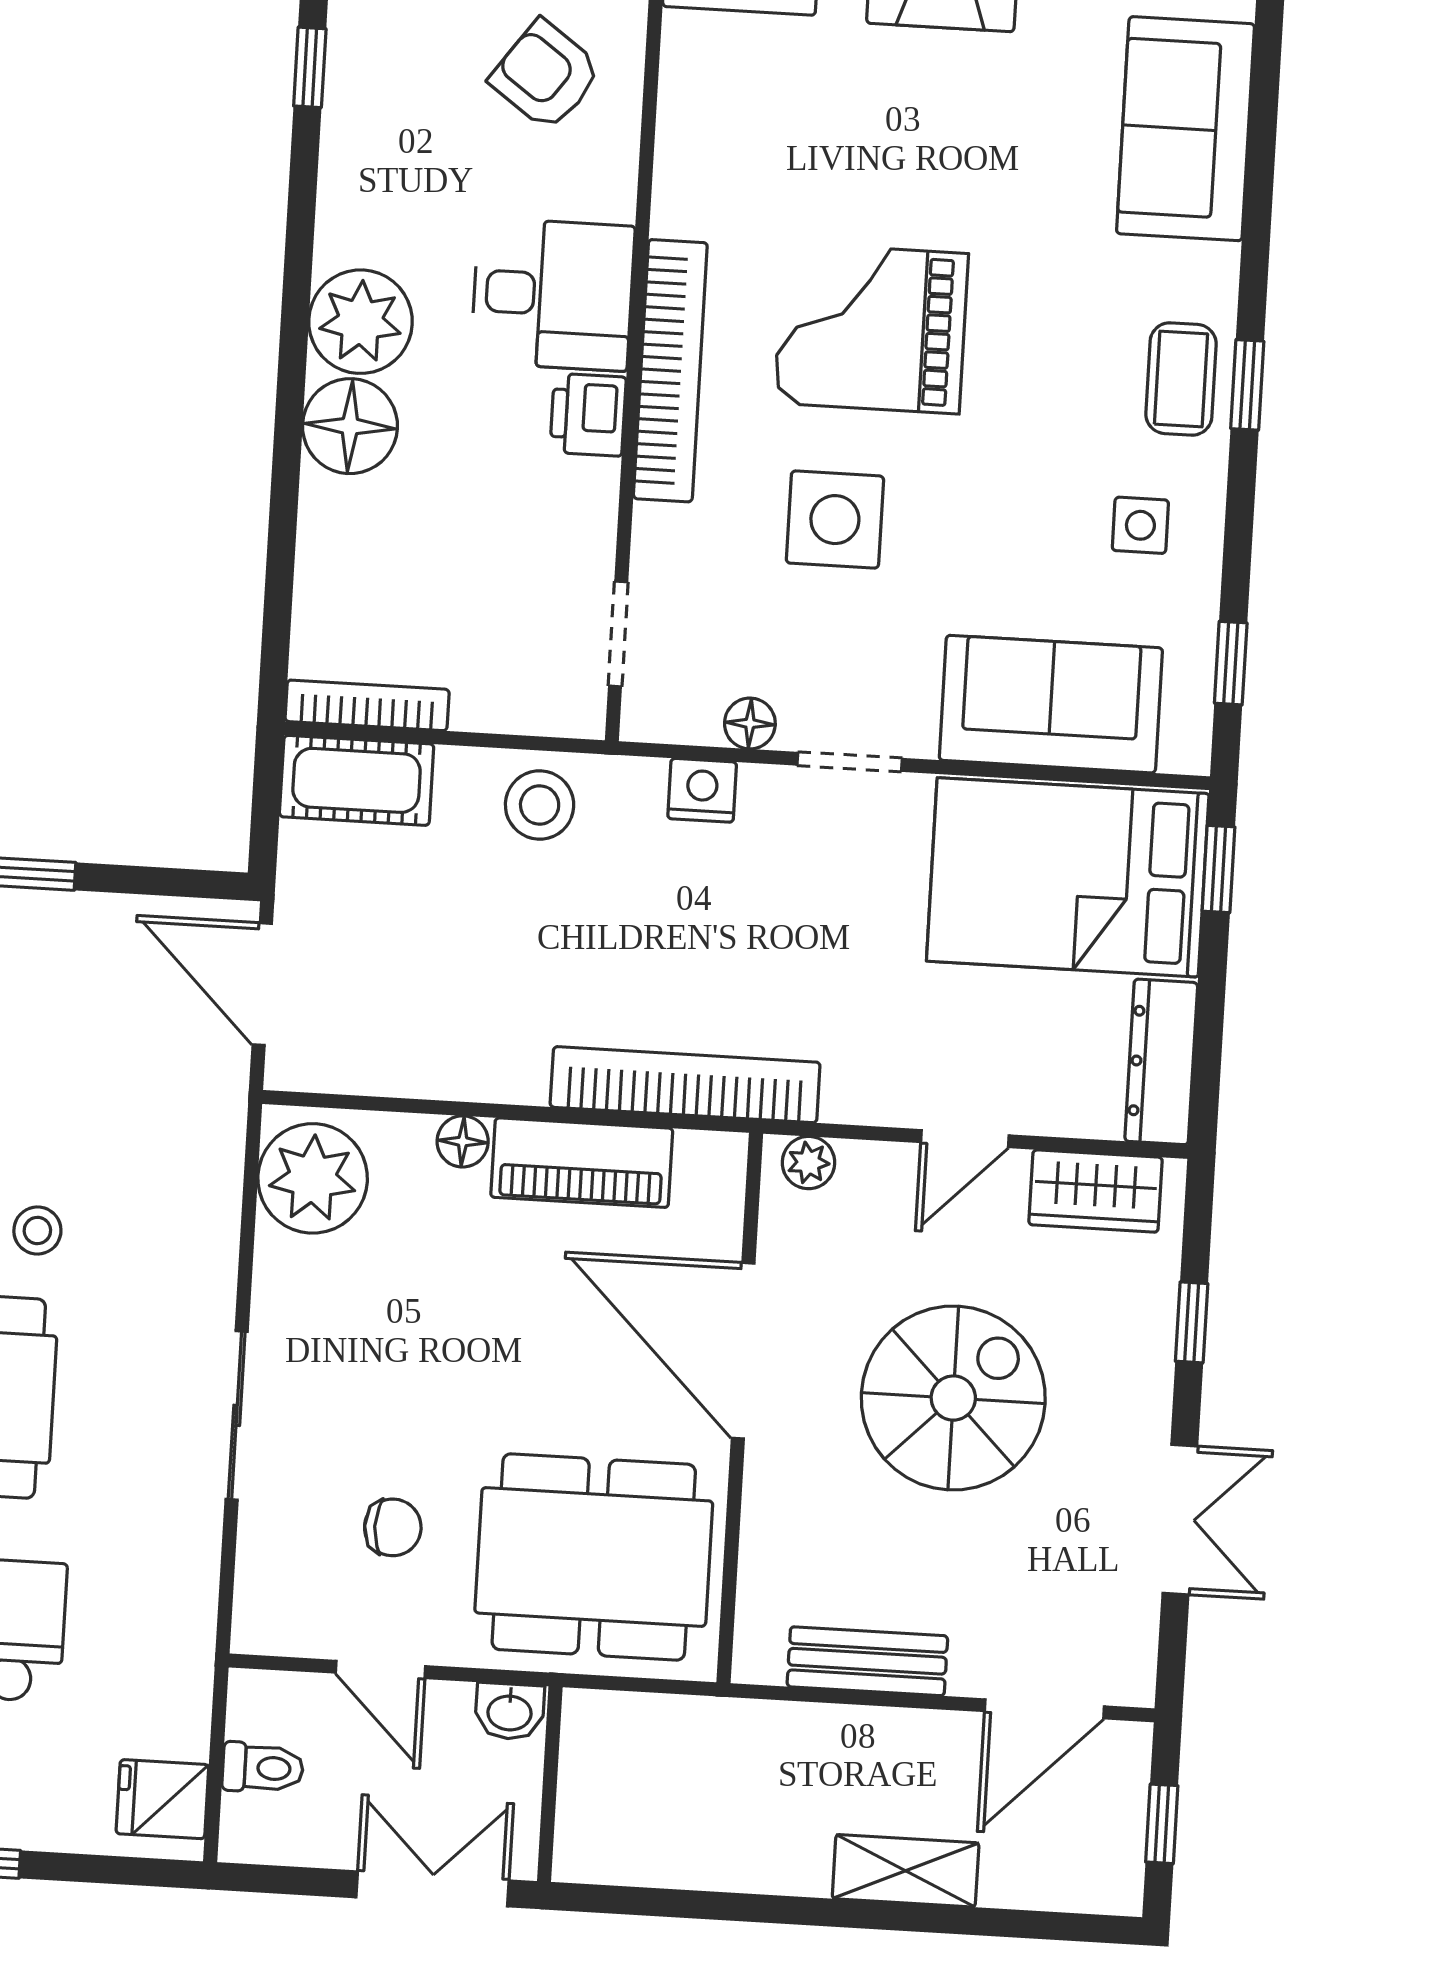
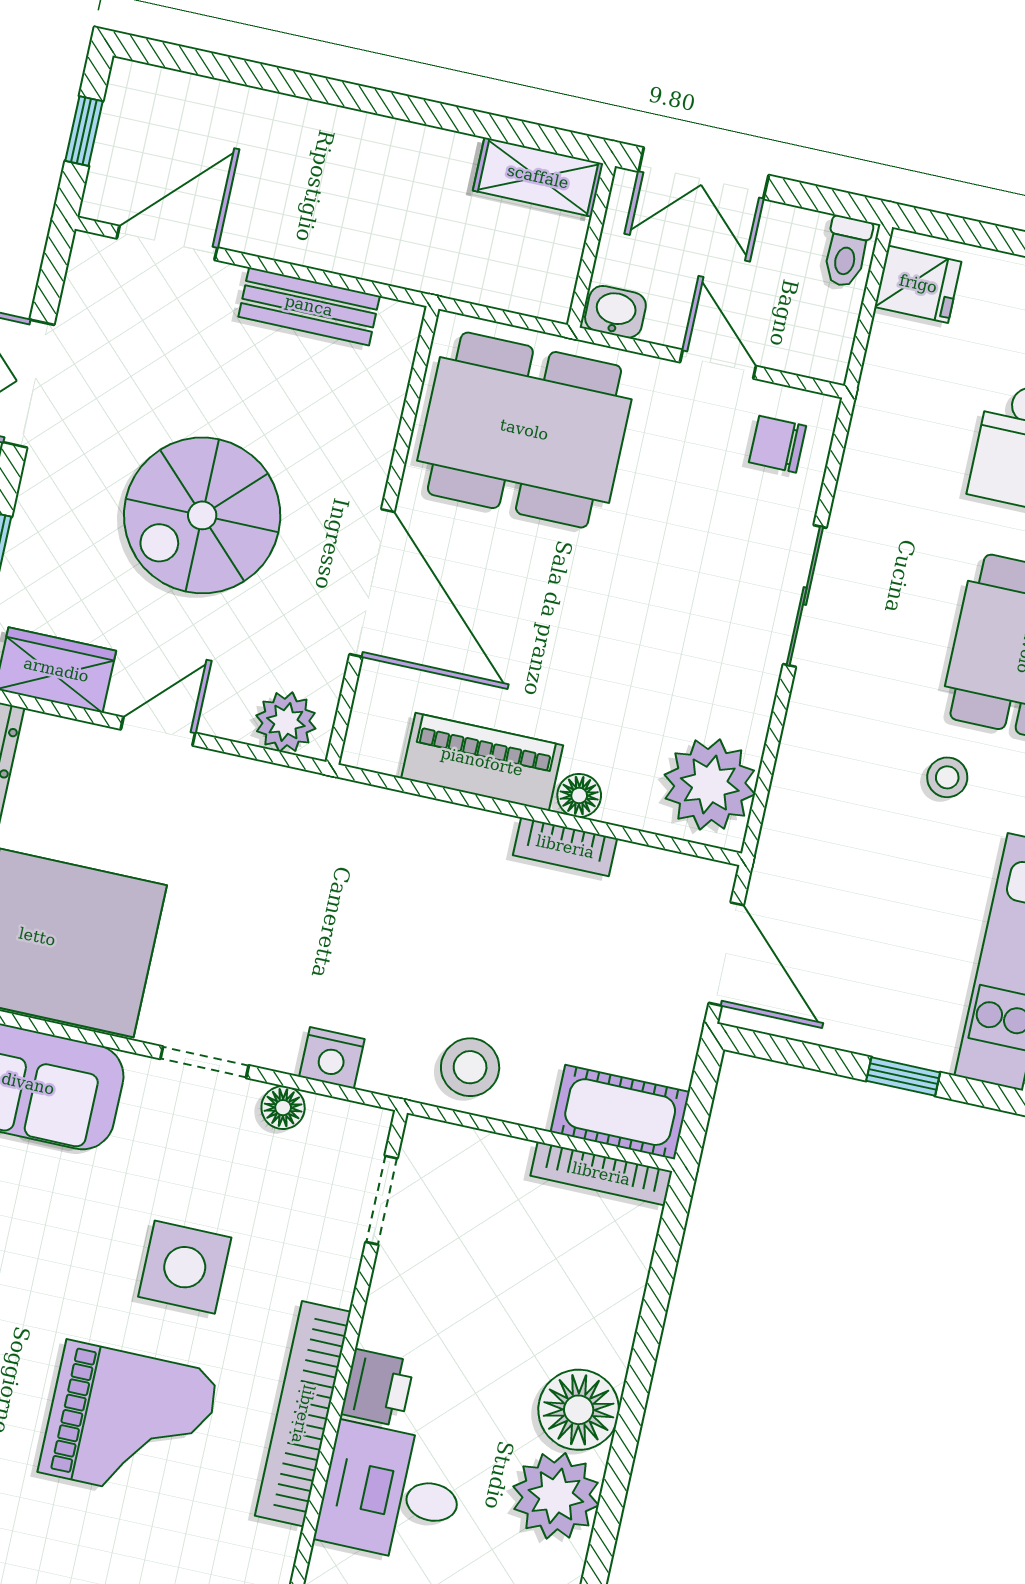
bookcase: (685, 1085) -> (565, 847), moved, width x0.43, depth x0.76
plant: (808, 1163) -> (286, 722), width x1.38, depth x1.38
chair: (393, 1527) -> (778, 444), moved
toilet: (263, 1768) -> (847, 252), moved, turned -90
shelving: (906, 1871) -> (538, 177), moved

